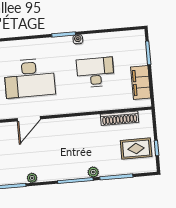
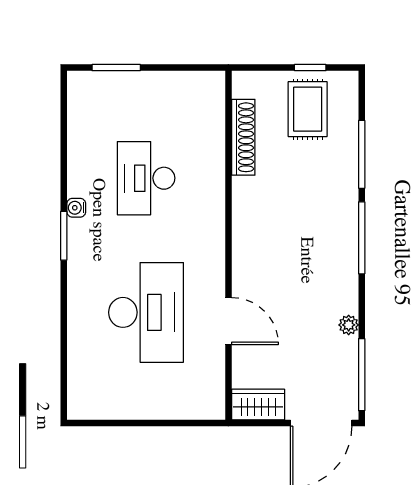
filing cabinet: (141, 82) -> (175, 88), removed
plant: (93, 172) -> (348, 200), removed

